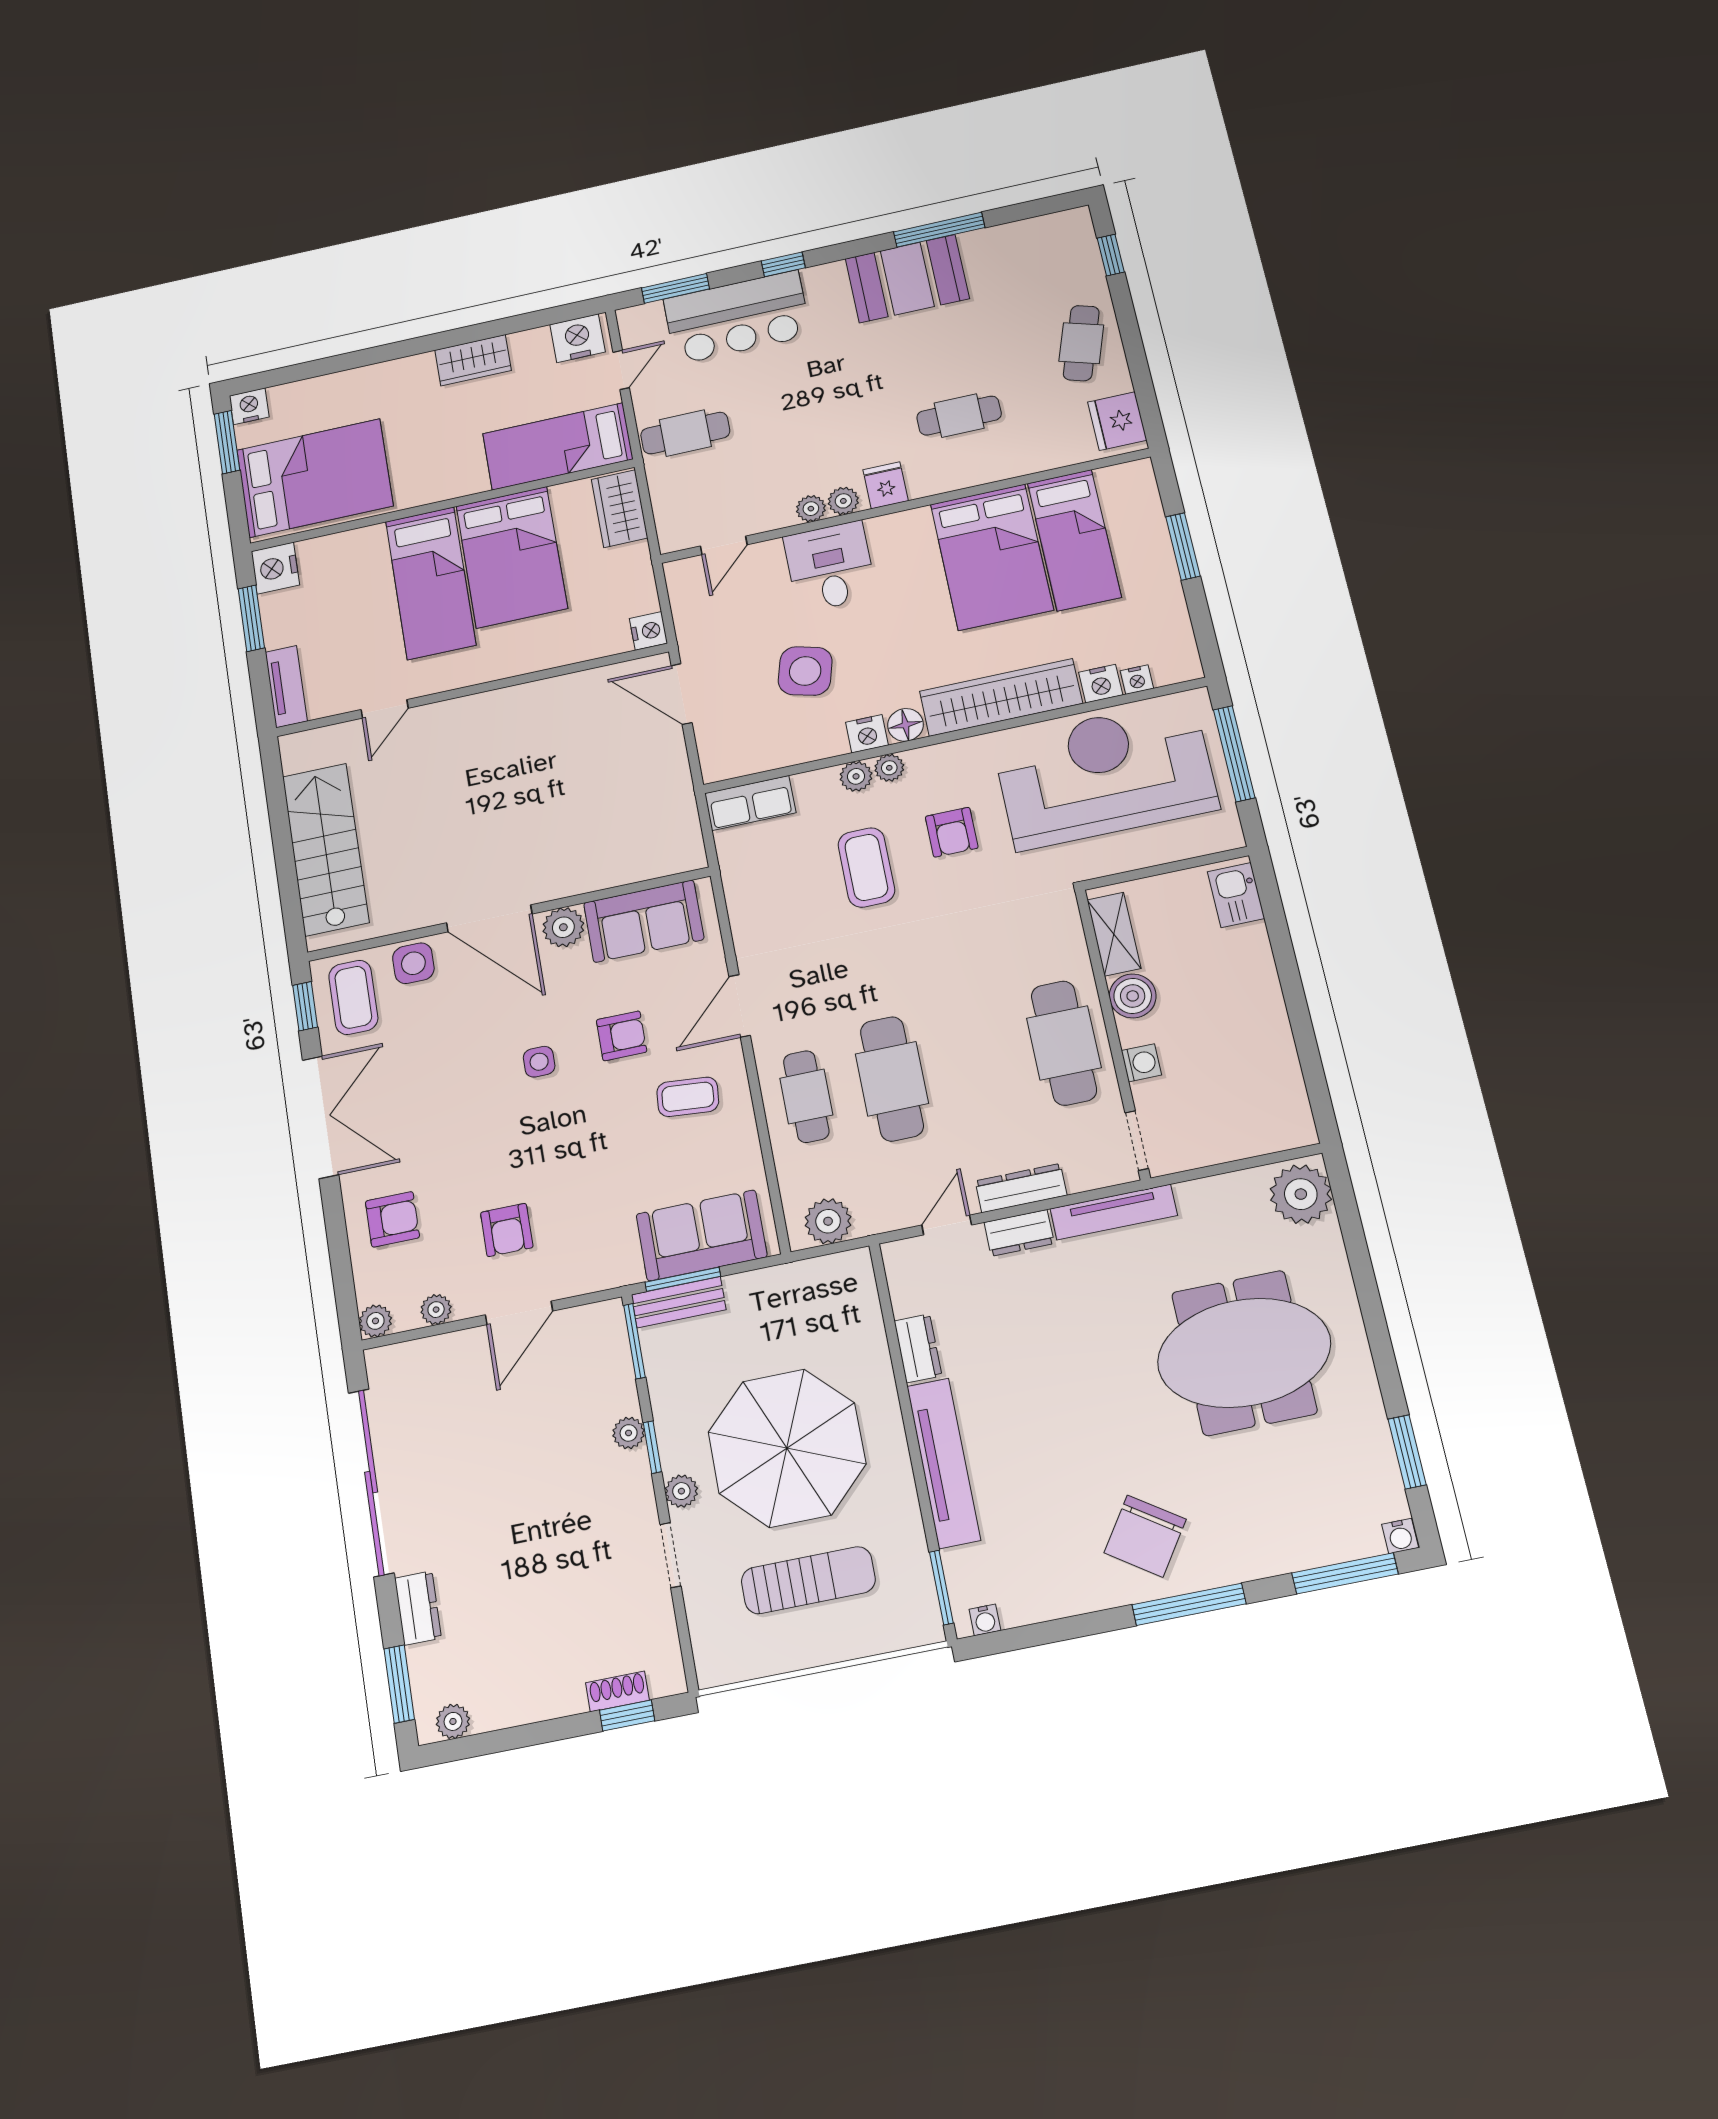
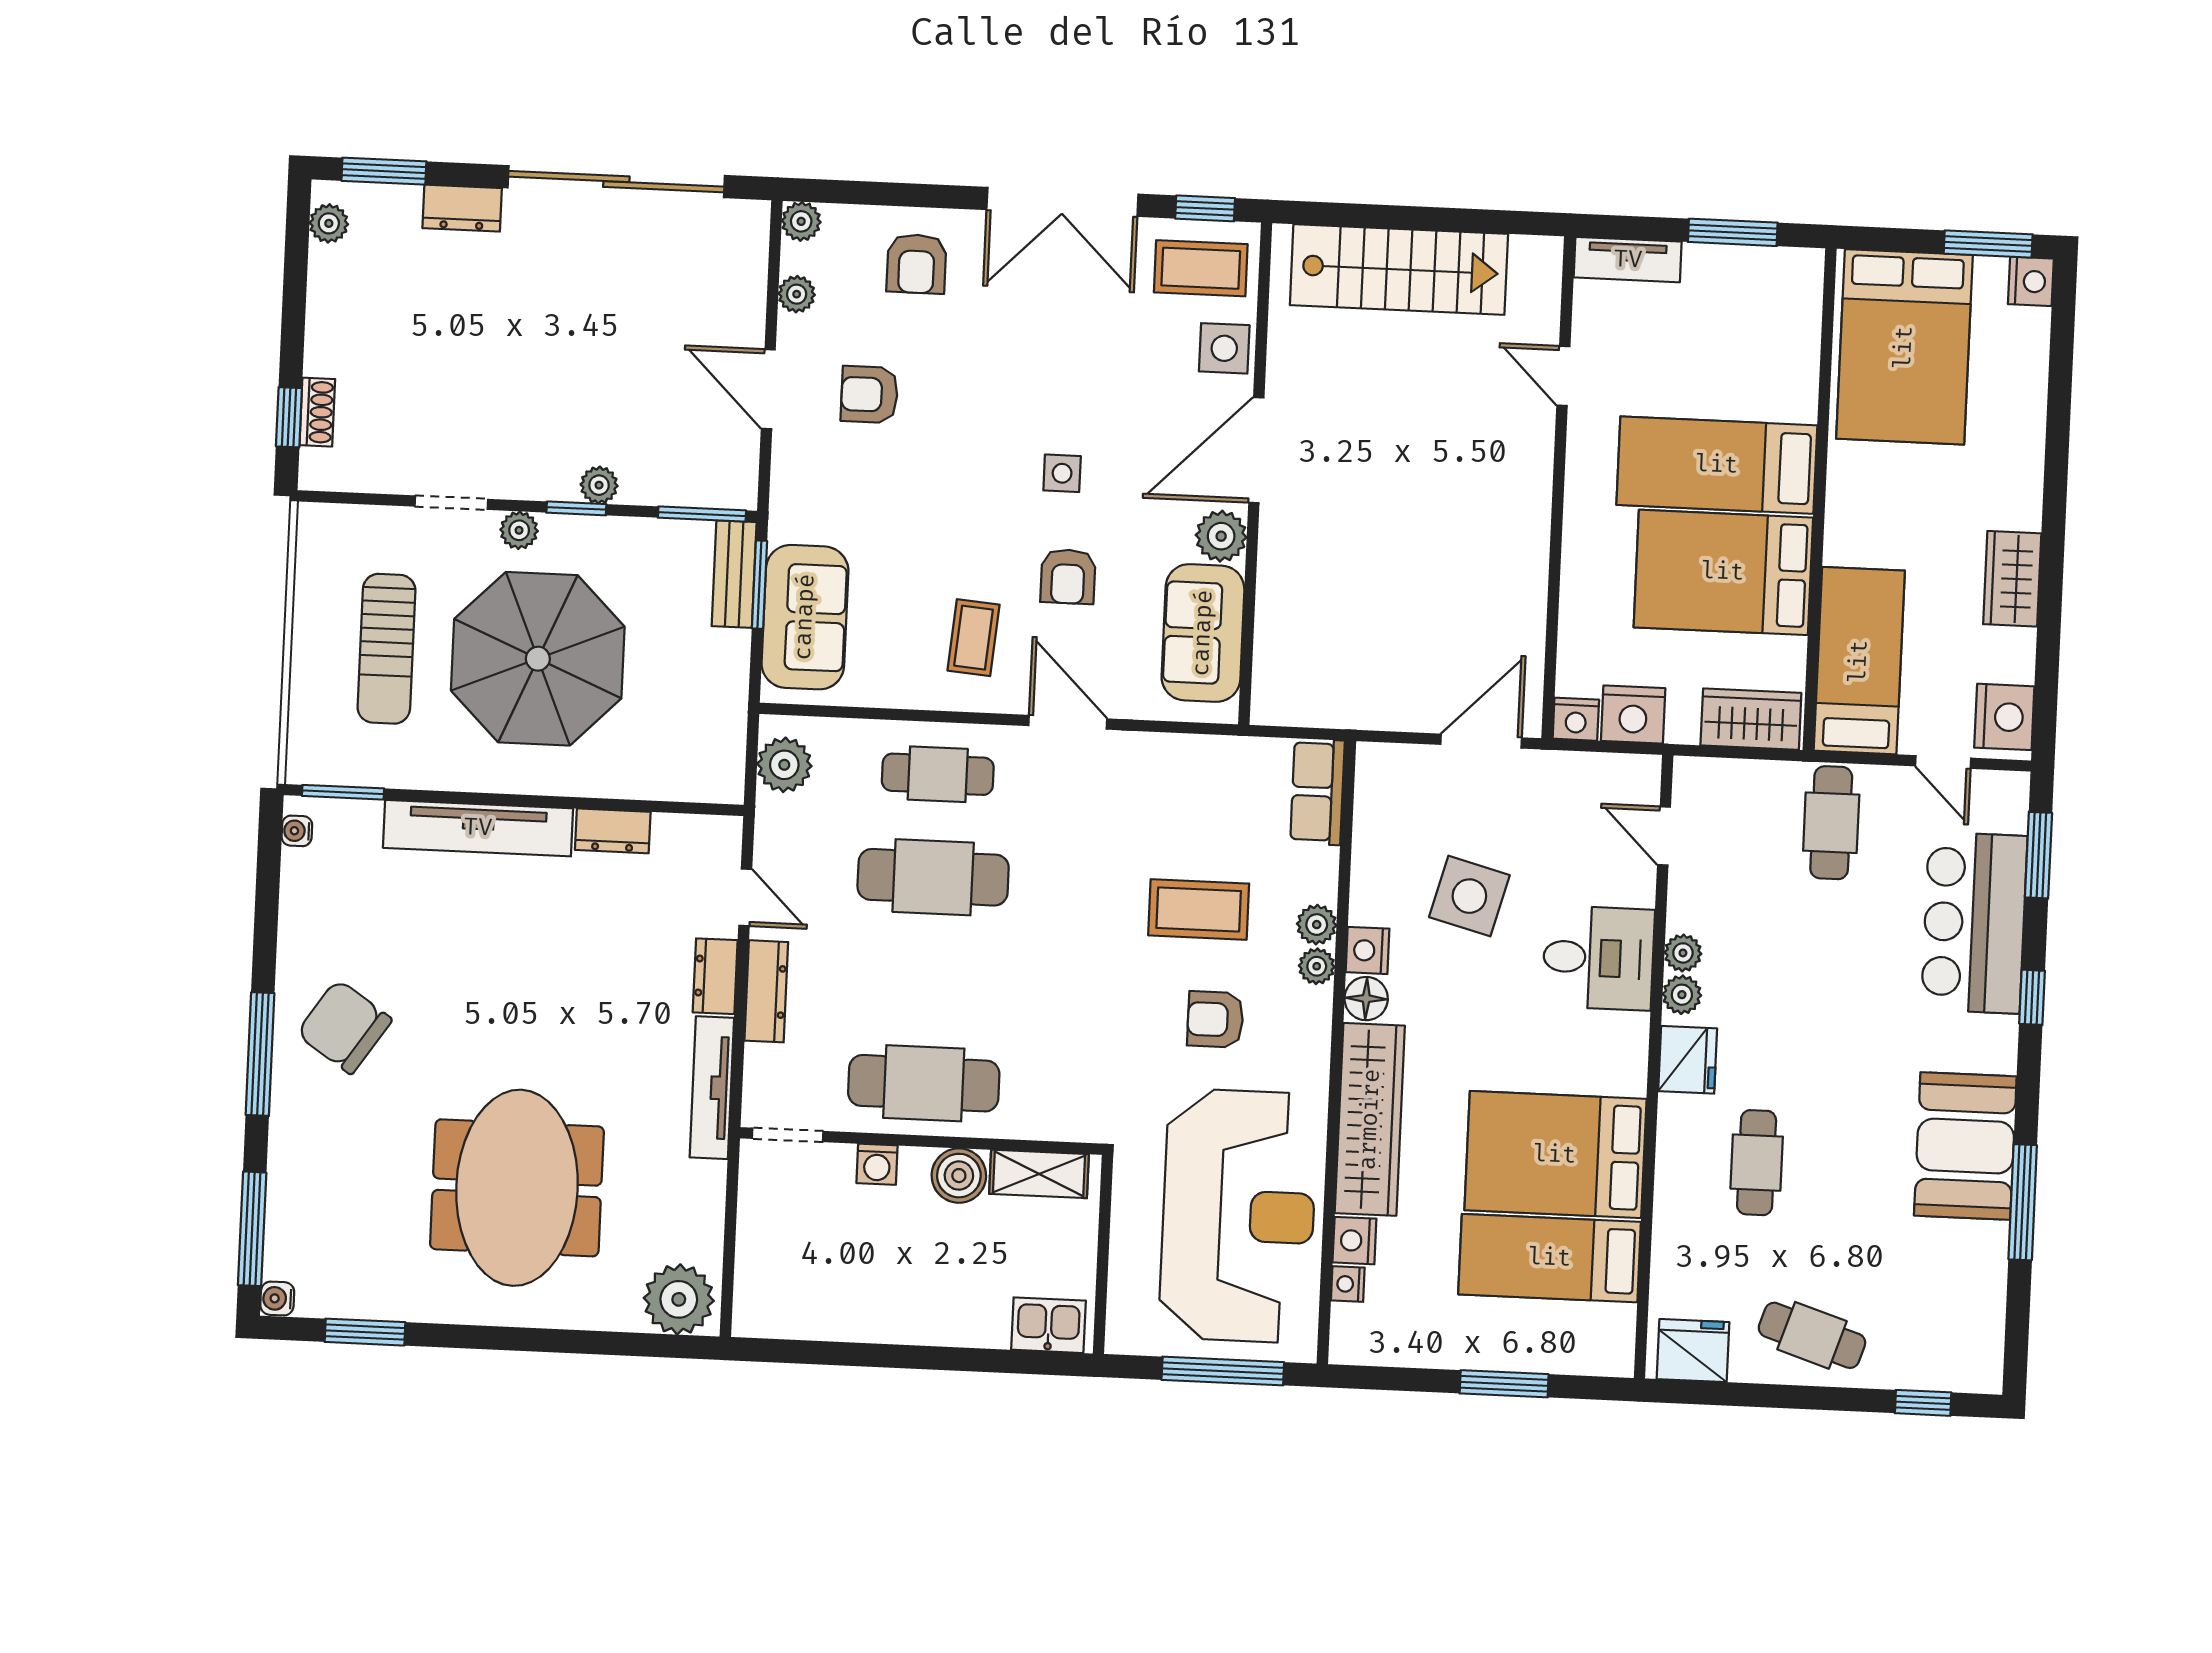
fridge: (886, 485) -> (1688, 1060), width x1.38
nightstand: (275, 568) -> (1633, 715), moved, turned 180

